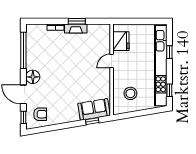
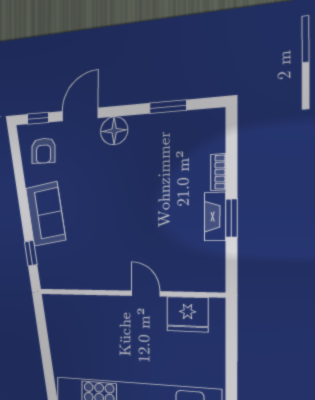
window: (23, 50) -> (168, 107), width x0.47
stool: (130, 93) -> (82, 330), removed
sofa: (94, 109) -> (46, 214), moved

